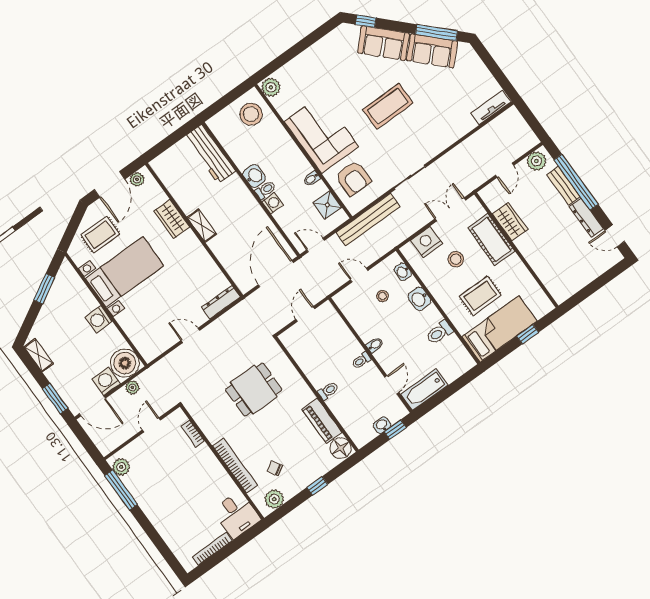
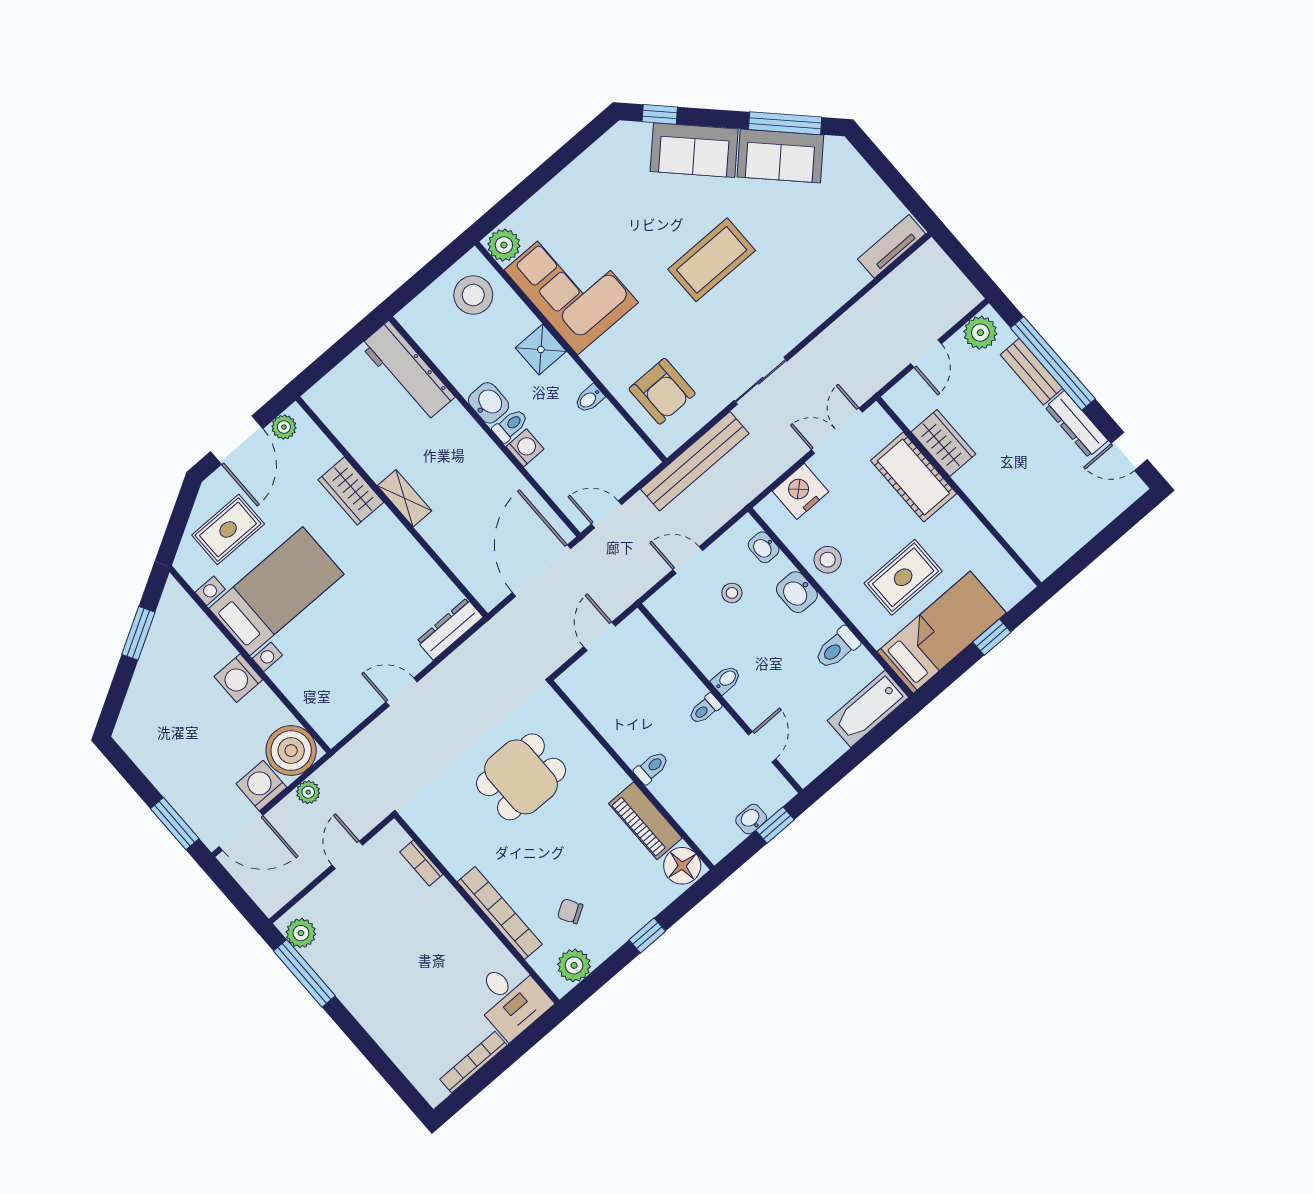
corner sofa: (321, 134) -> (571, 286), moved
shower: (327, 205) -> (541, 350), moved
stool: (456, 259) -> (828, 560), moved
shelving: (39, 355) -> (139, 750), removed
bathtub: (424, 390) -> (868, 709), moved

